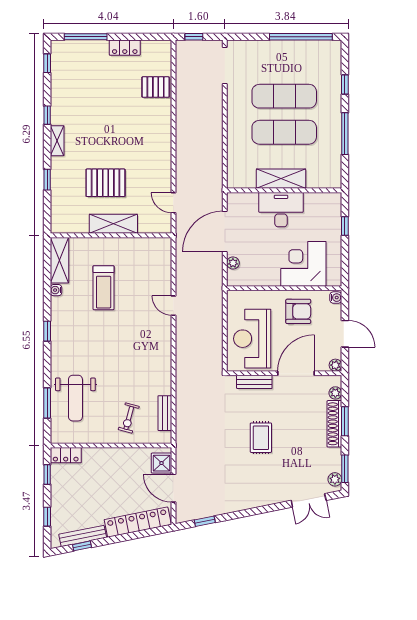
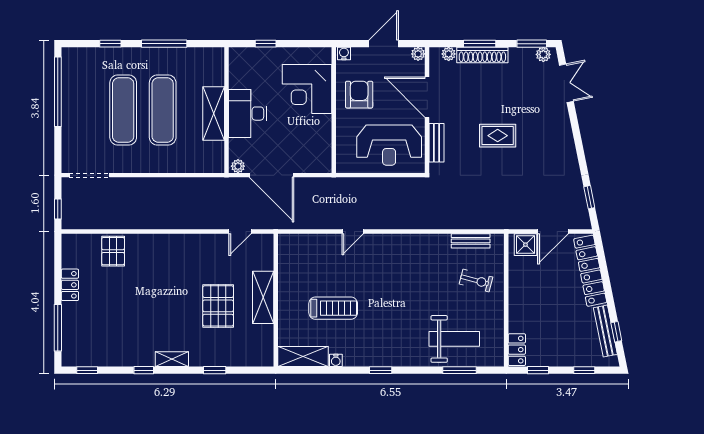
plant: (233, 263) -> (238, 166), moved

